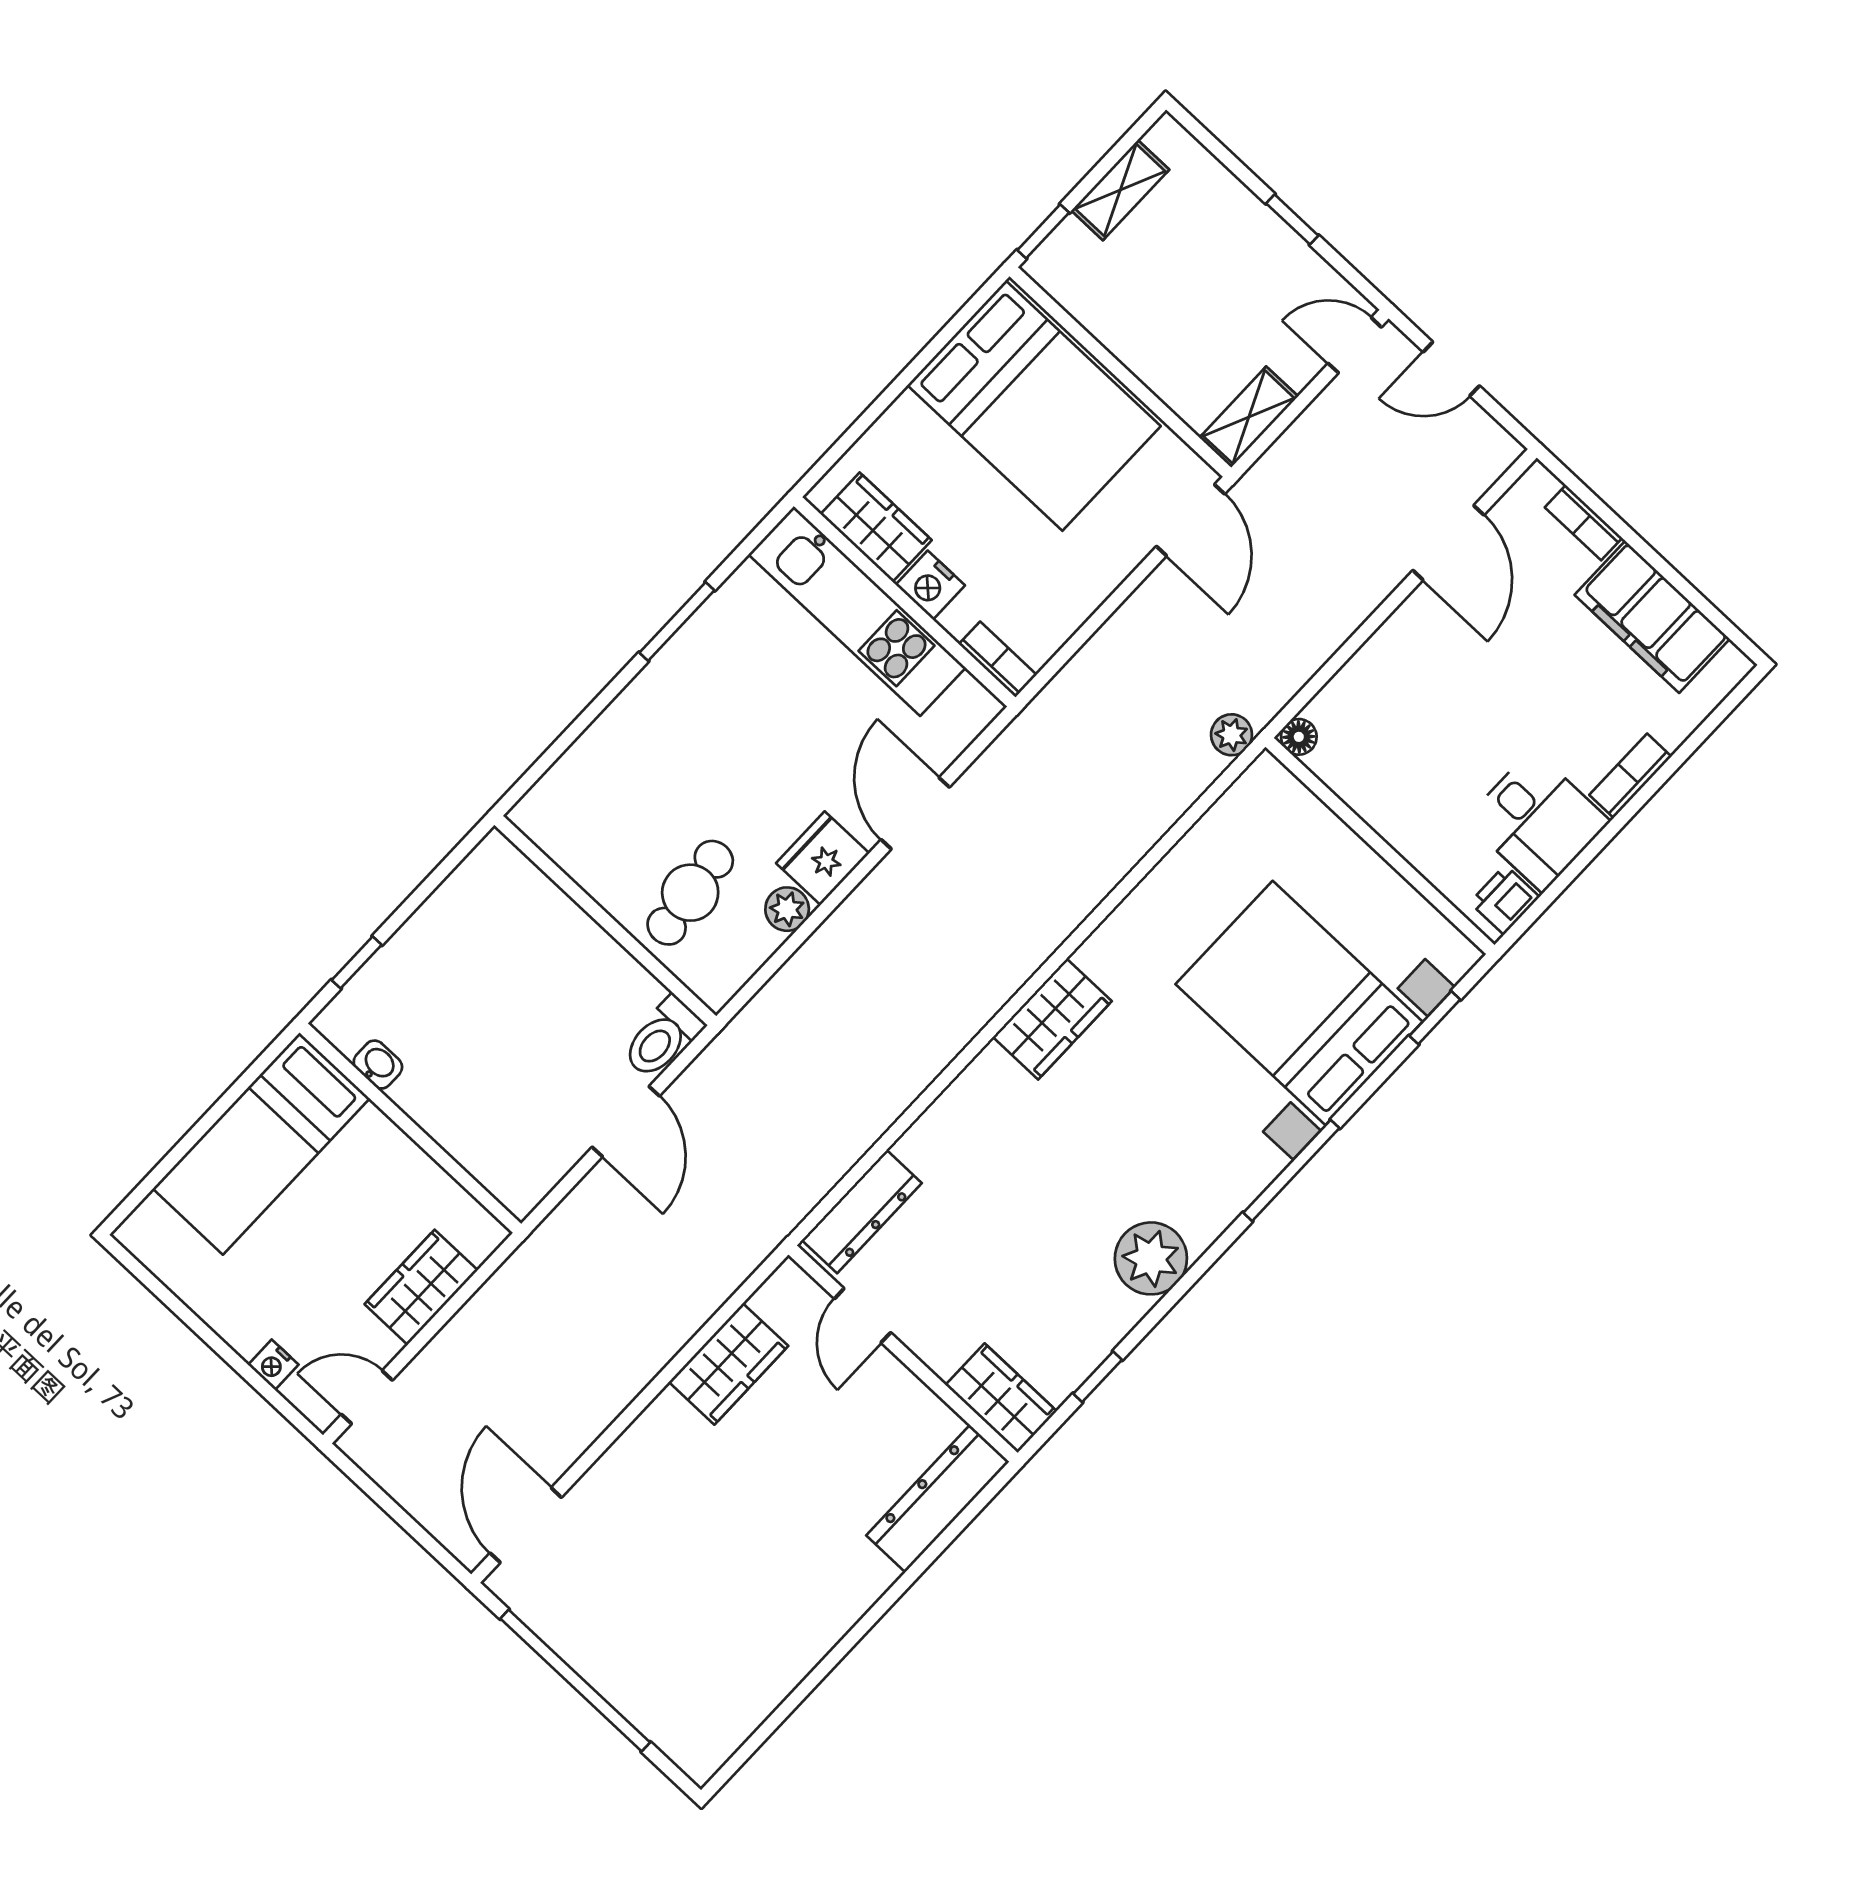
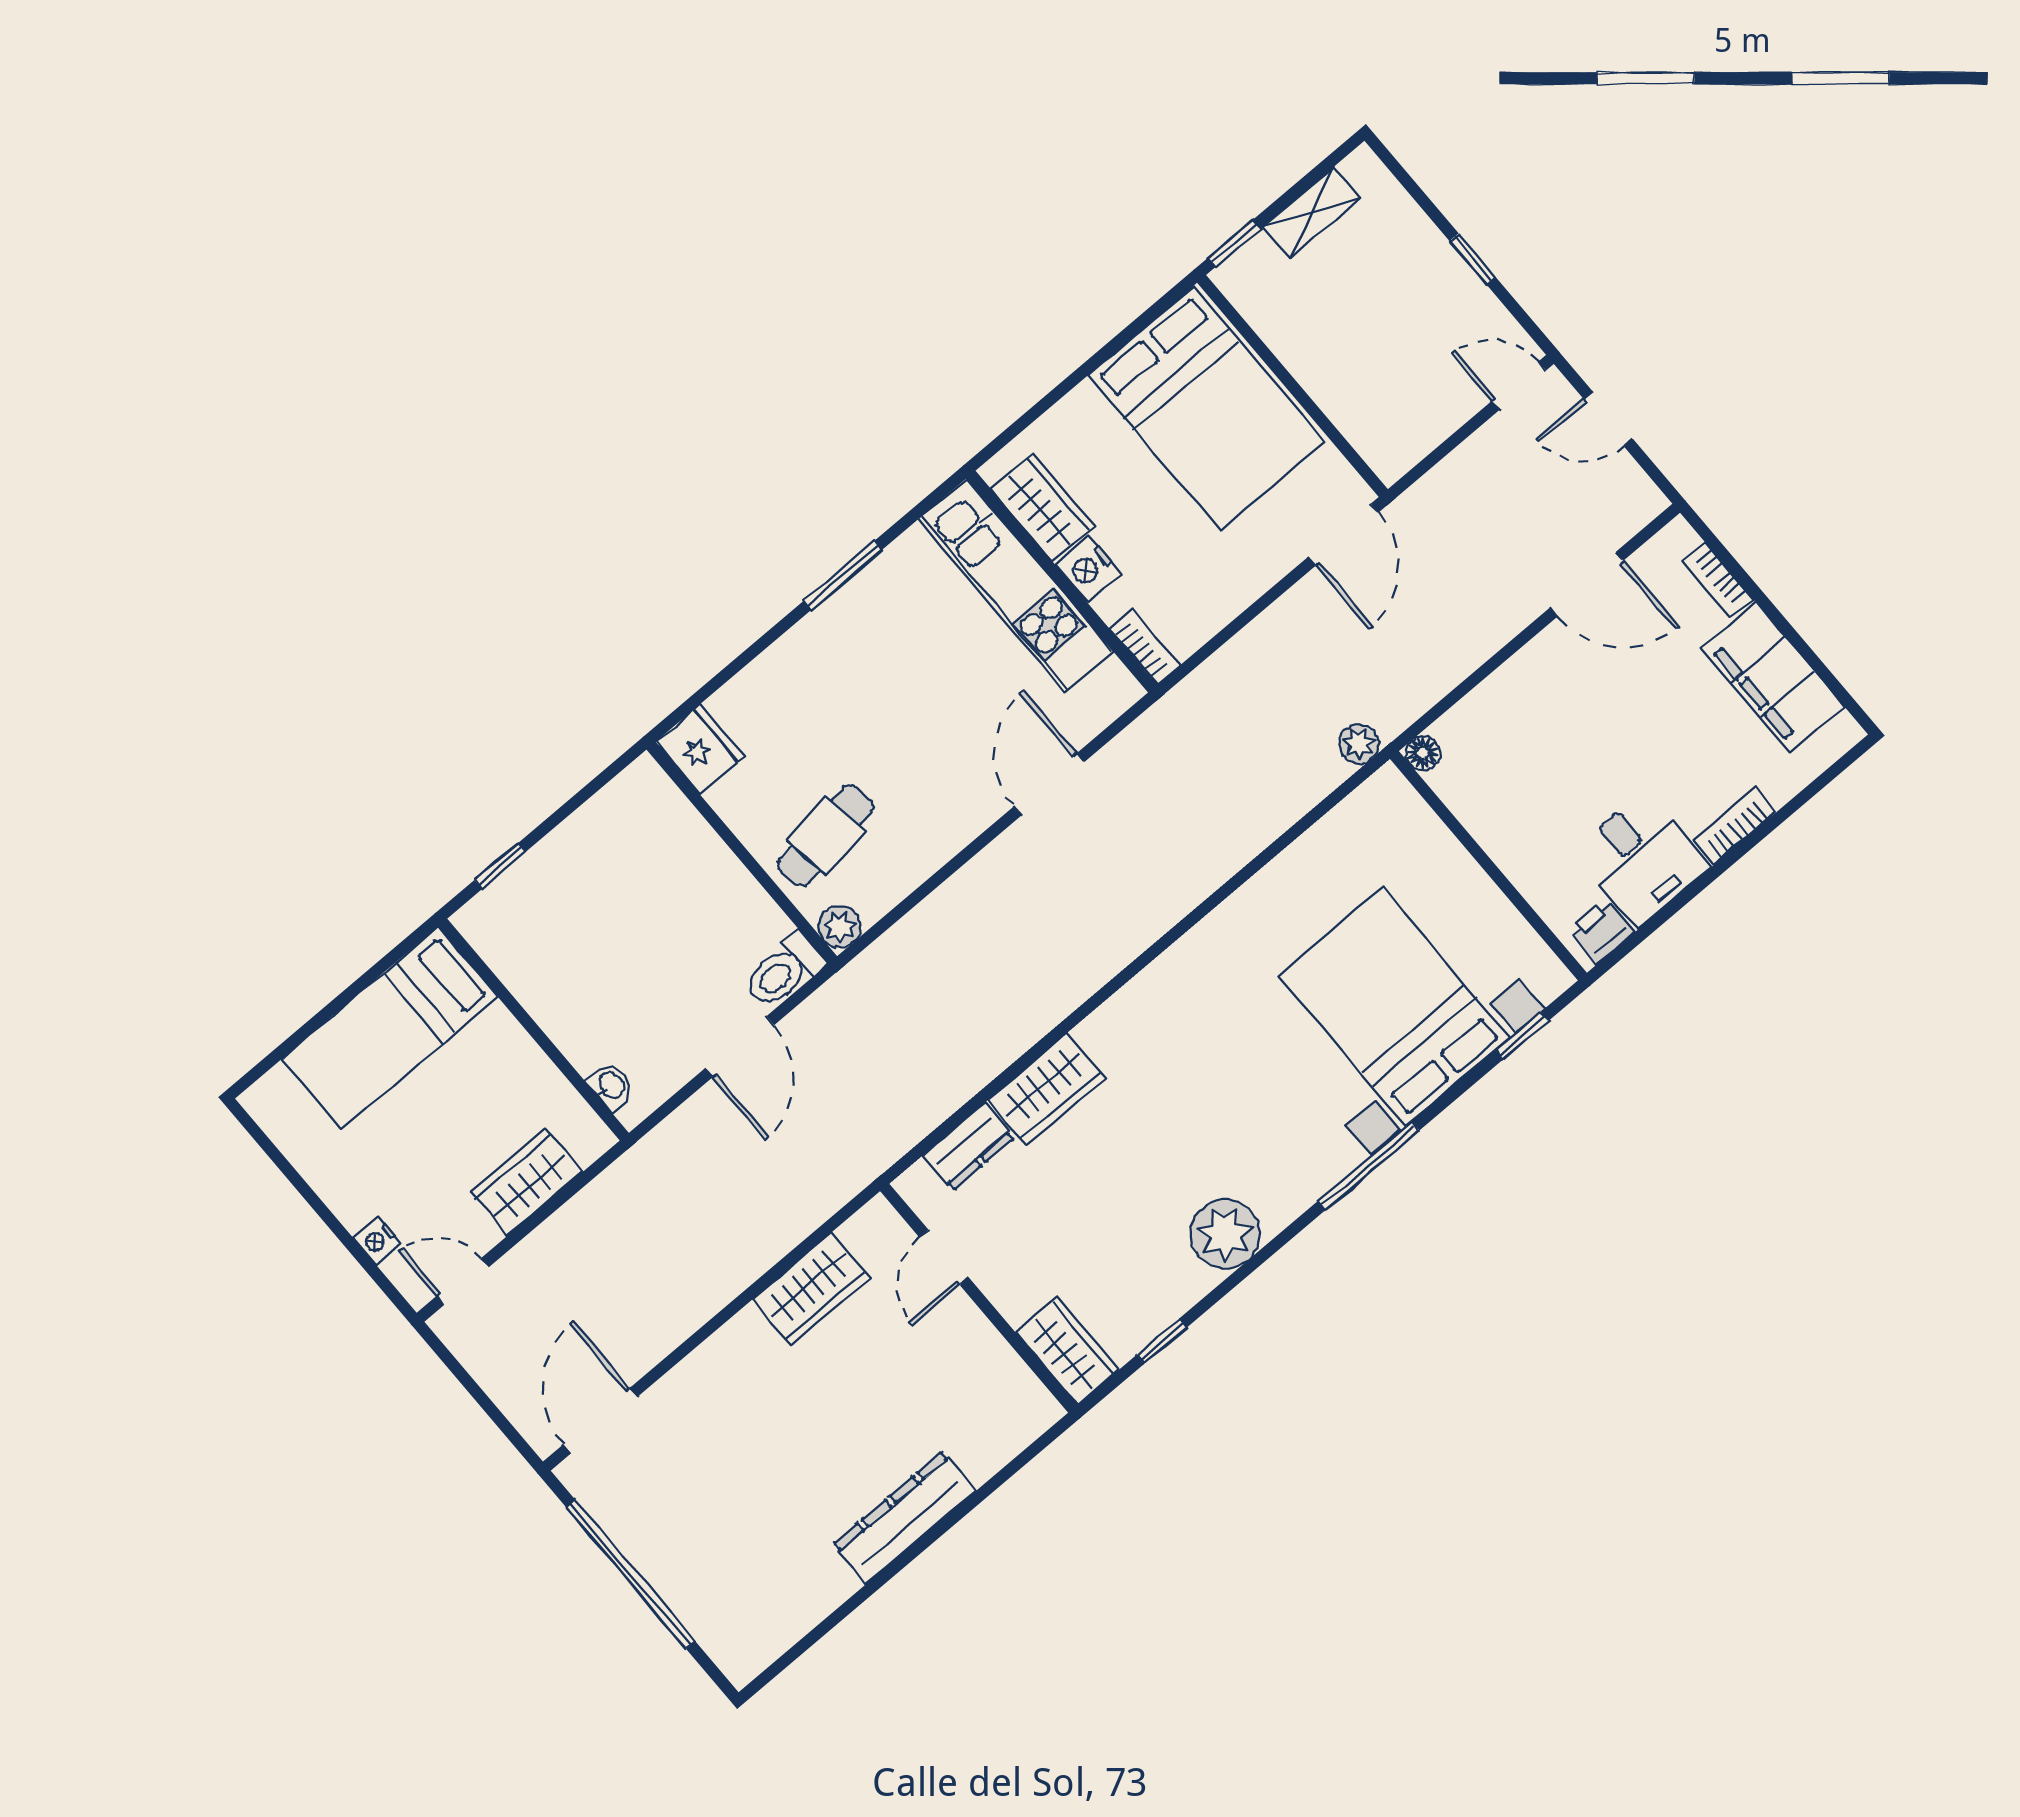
shelving: (1249, 417) -> (1410, 443), removed
door: (1448, 543) -> (1587, 584), hinge flipped
fridge: (823, 858) -> (700, 749), moved, turned 90
plant: (787, 909) -> (840, 927), moved
wardrobe: (1052, 1019) -> (1047, 1089), moved
washbasin: (378, 1065) -> (611, 1086), moved
dresser: (862, 1212) -> (969, 1147), width x0.70
dresser: (938, 1499) -> (904, 1518), moved

